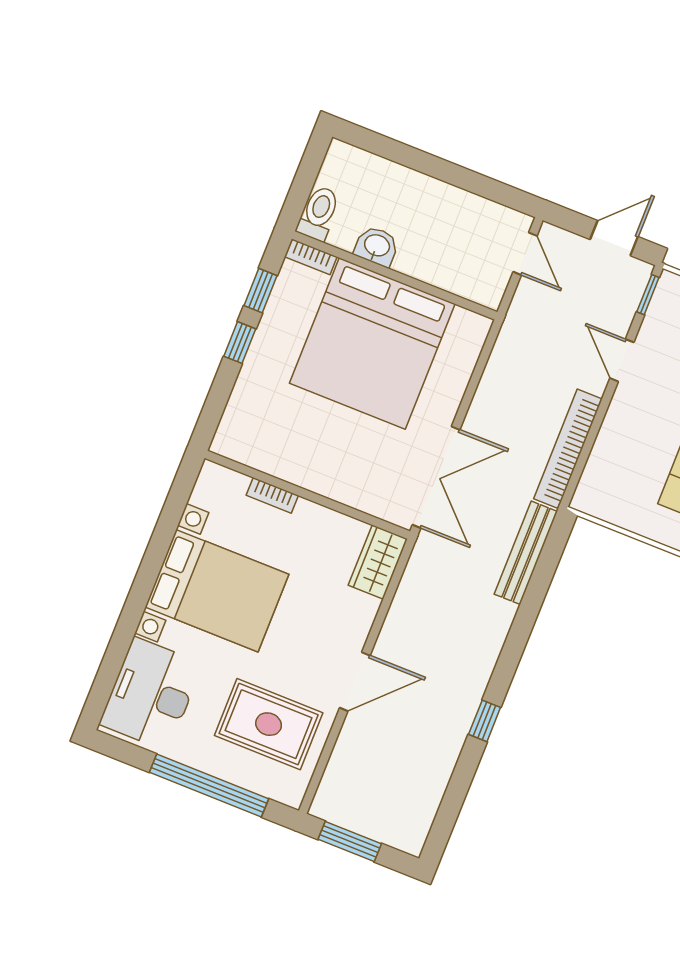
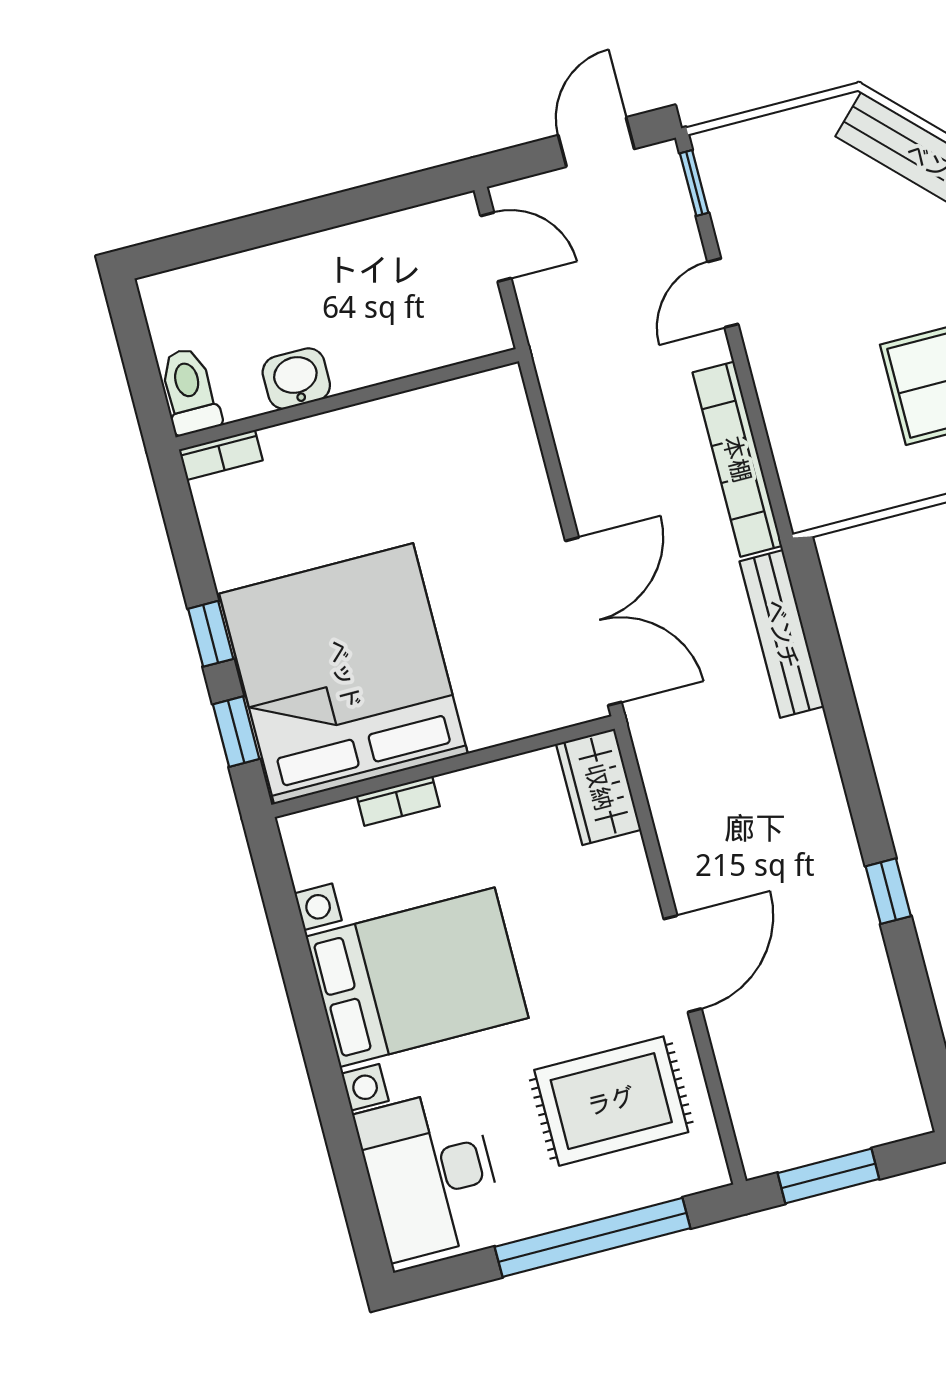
window: (260, 291) -> (236, 732), moved
bed: (372, 344) -> (344, 674), moved, turned 180
door: (622, 360) -> (723, 293), hinge flipped

